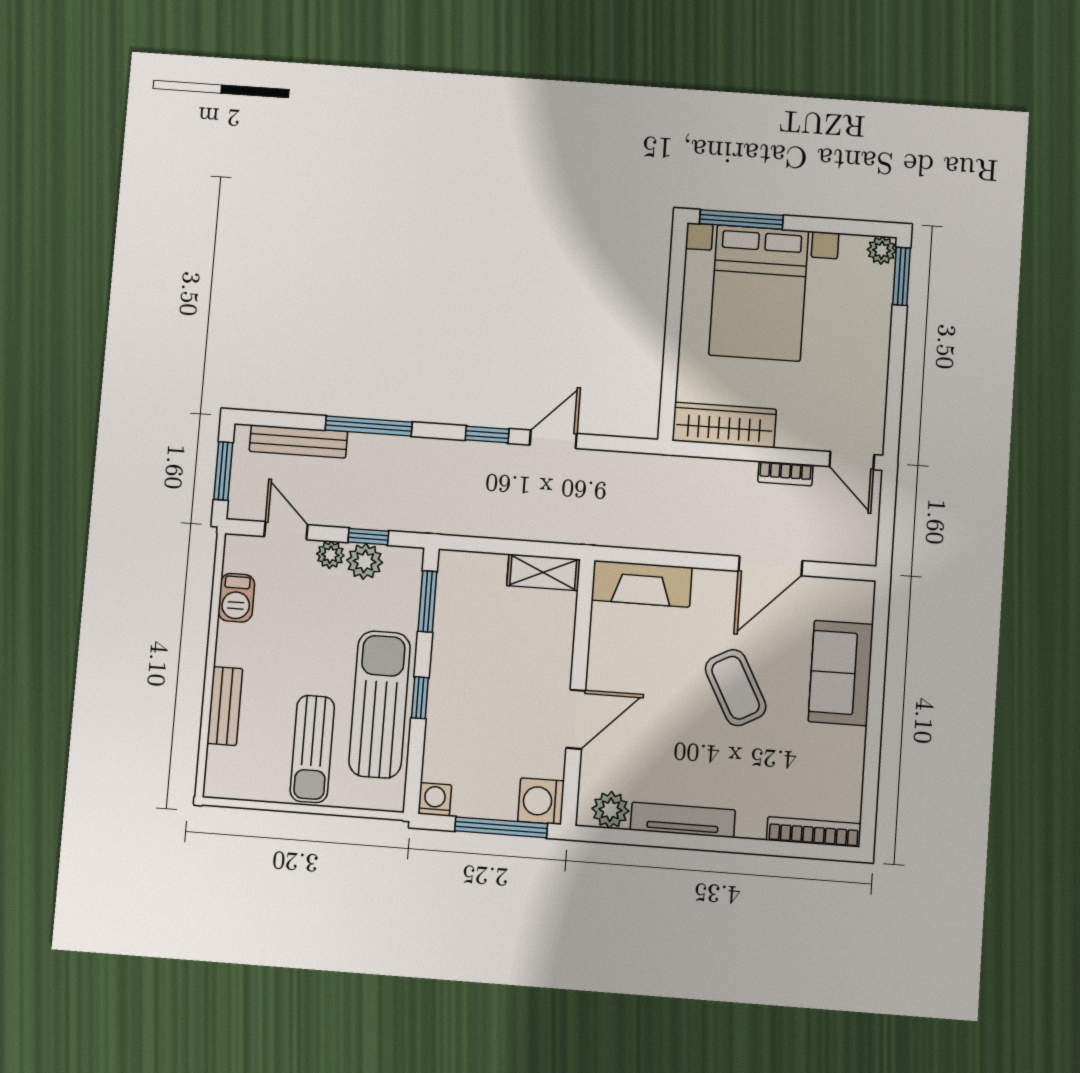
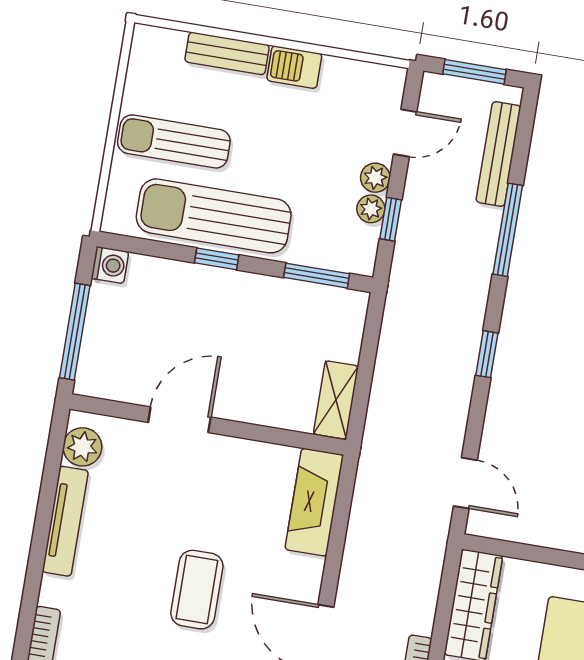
door: (553, 439) -> (465, 483), moved
plant: (365, 561) -> (371, 209), width x0.73, depth x0.73
barbecue: (236, 598) -> (294, 67), moved
coffee table: (736, 688) -> (197, 590), turned -62
sun lounger: (380, 704) -> (214, 216), turned 180
door: (576, 719) -> (179, 420), swing flipped
washing machine: (541, 801) -> (98, 376), removed

